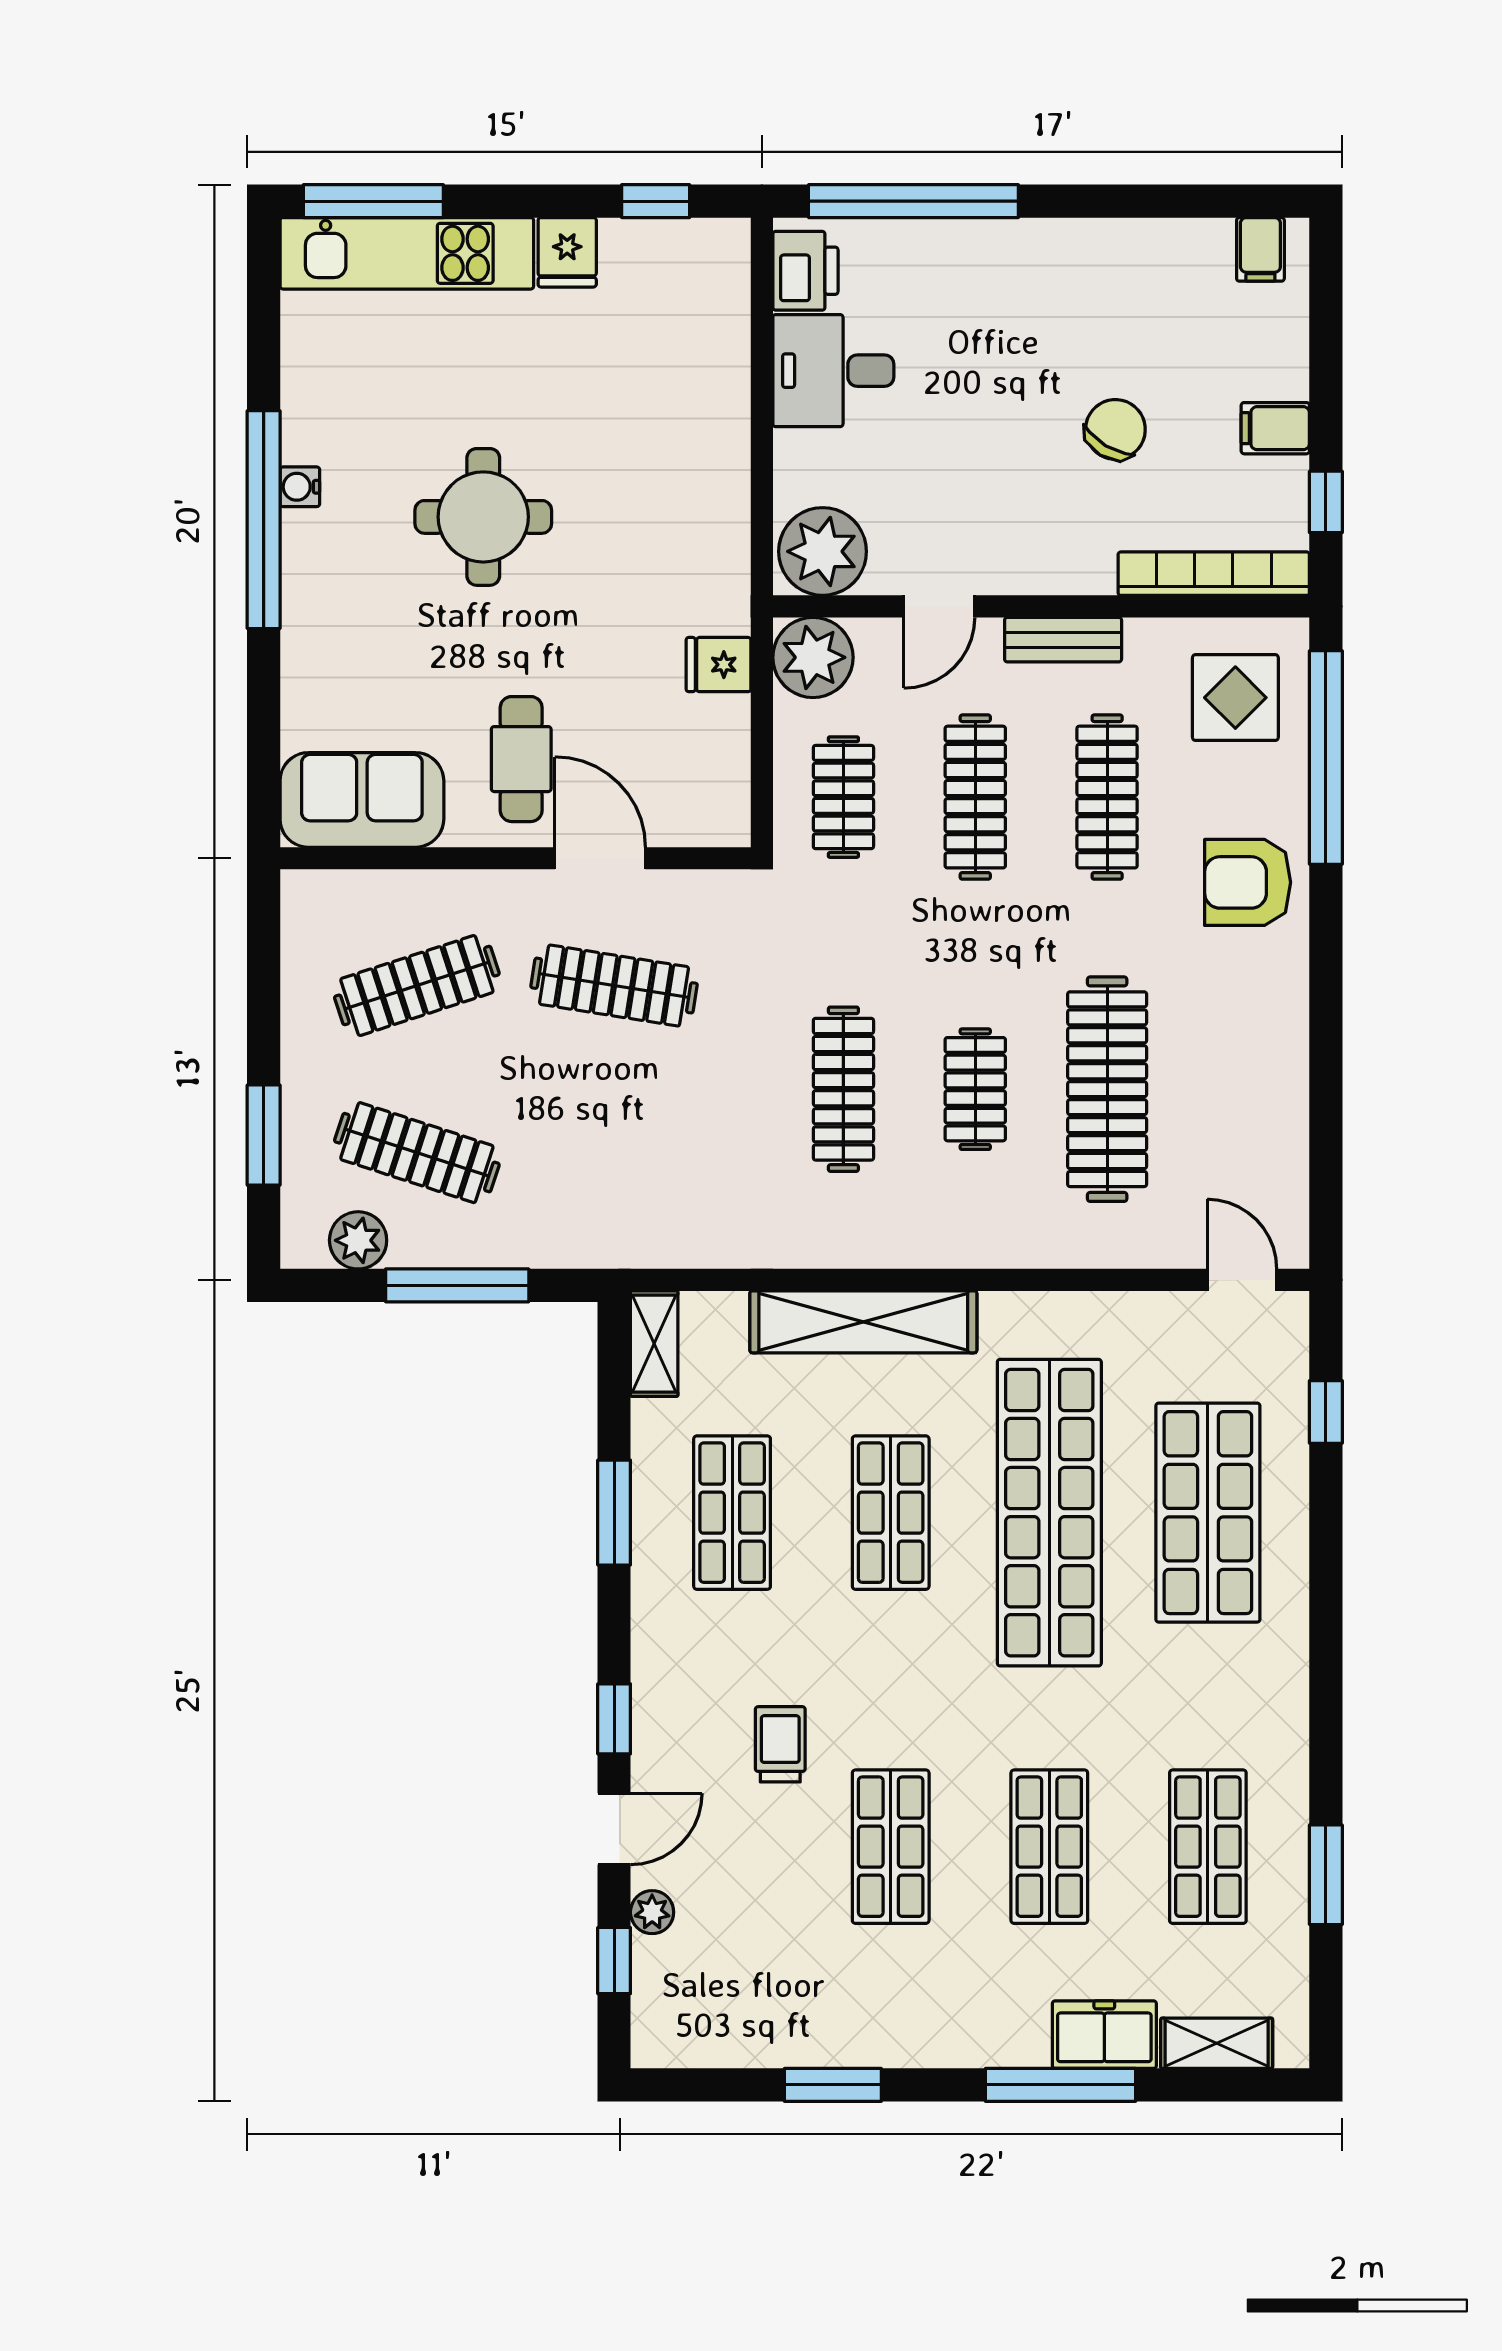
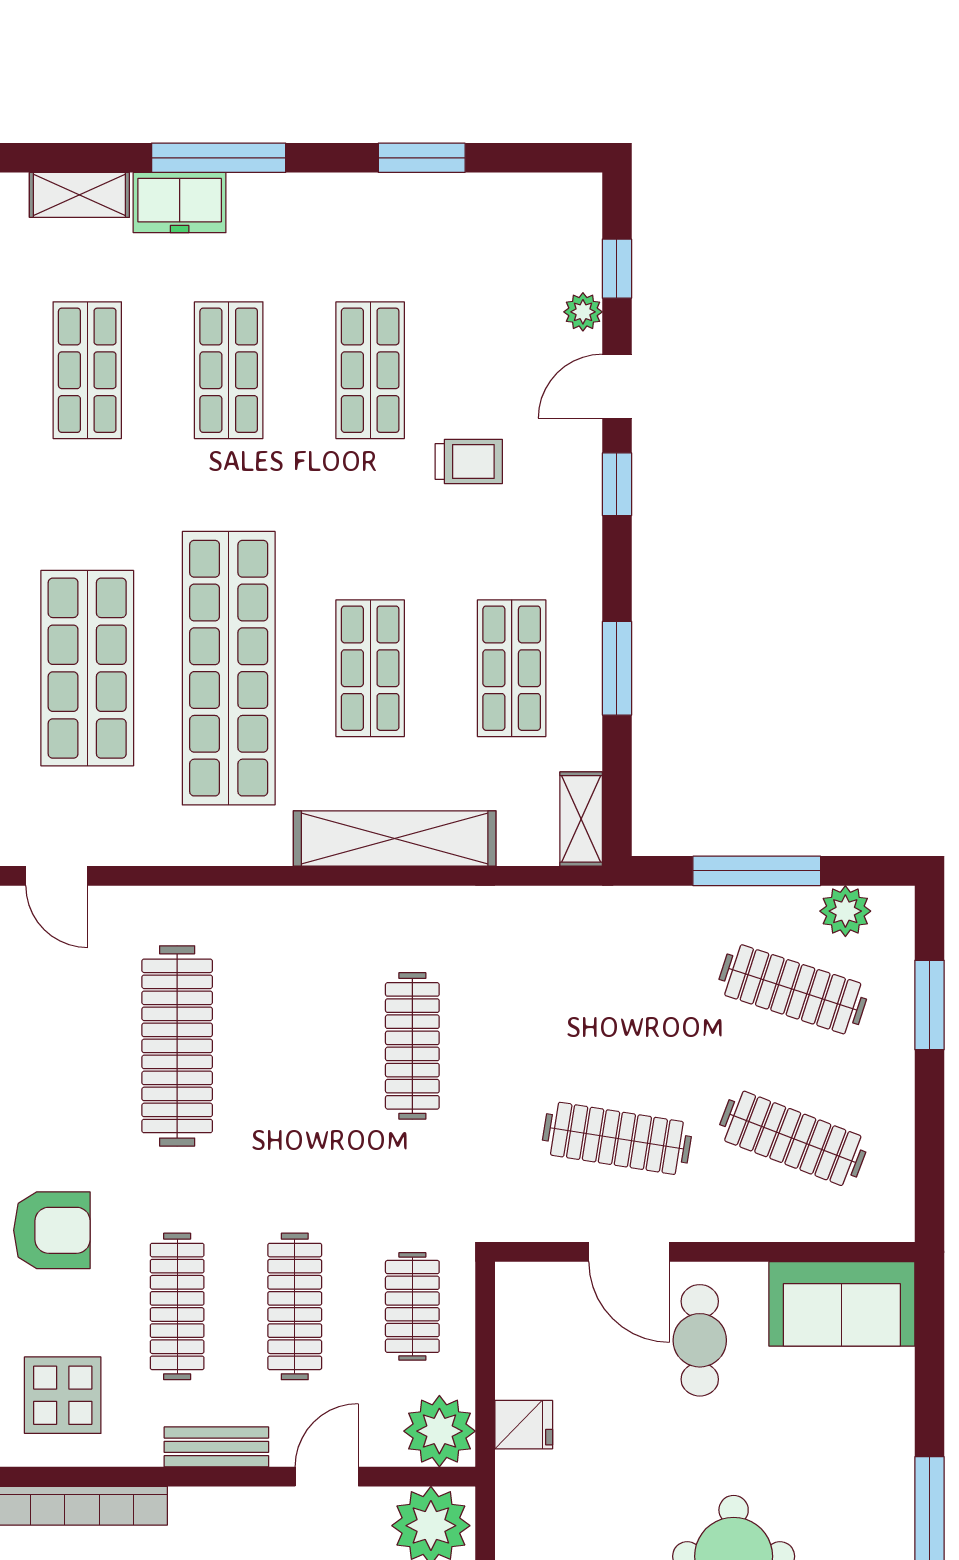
clothes rail: (417, 986) -> (793, 1138), turned 39
clothes rail: (975, 1089) -> (295, 1046), removed
trolley: (780, 1744) -> (469, 462), turned -90

